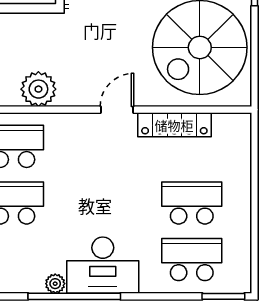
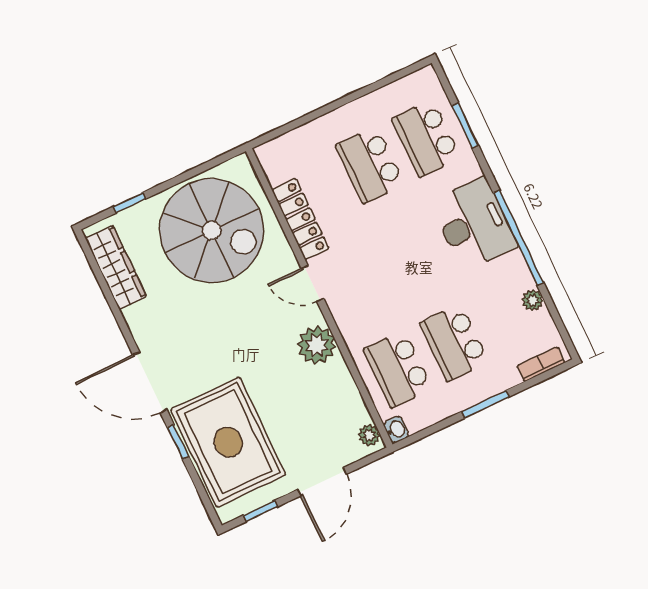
plant: (38, 89) -> (317, 345), moved
plant: (55, 284) -> (533, 300), moved
window: (223, 296) -> (465, 125), moved

